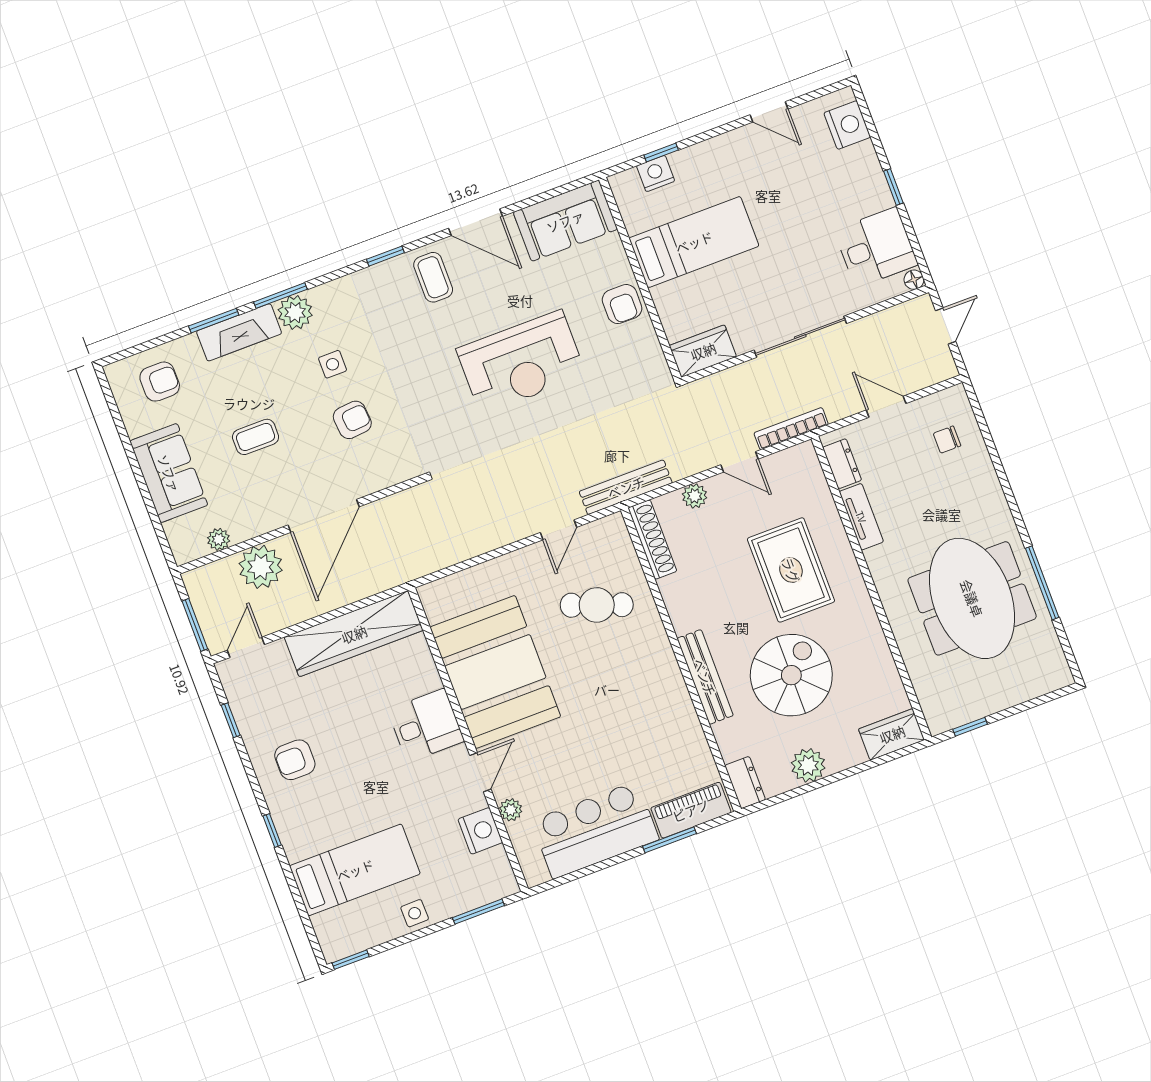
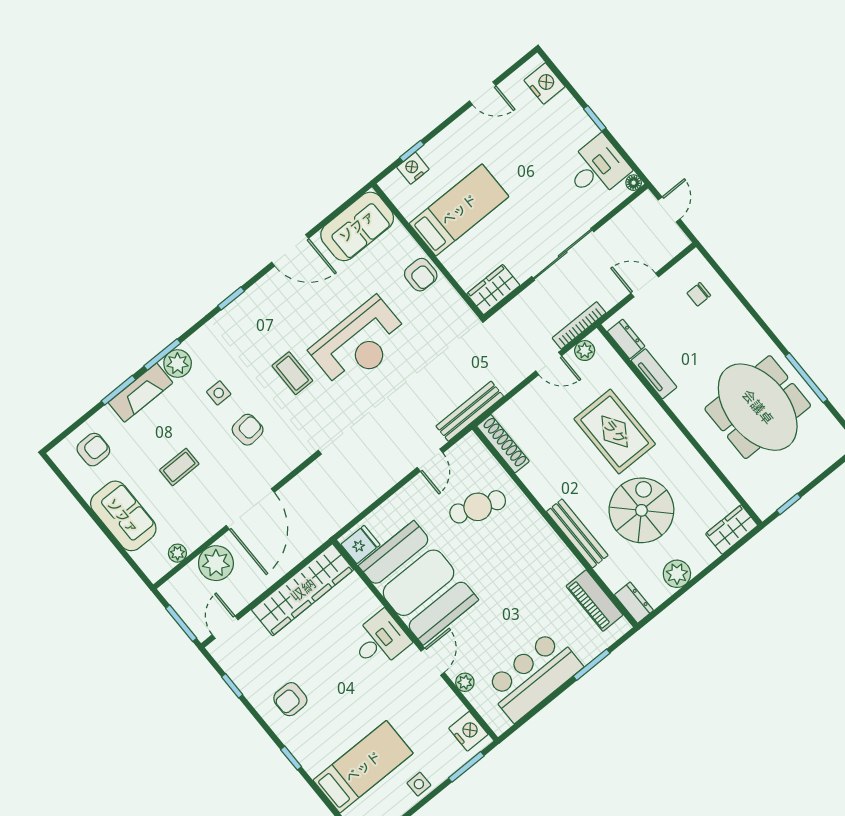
coffee table: (433, 277) -> (292, 373), moved
plant: (695, 496) -> (585, 351), moved
fridge: (441, 603) -> (360, 545), added
piano: (691, 810) -> (594, 601), moved, turned -90
nightstand: (480, 831) -> (468, 731), moved

